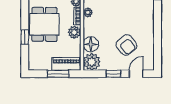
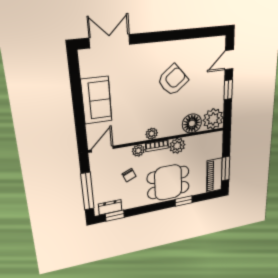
armchair: (126, 45) -> (173, 80), moved
piano: (66, 64) -> (214, 175), moved
window: (58, 74) -> (226, 169), moved
door: (136, 74) -> (229, 60), hinge flipped

